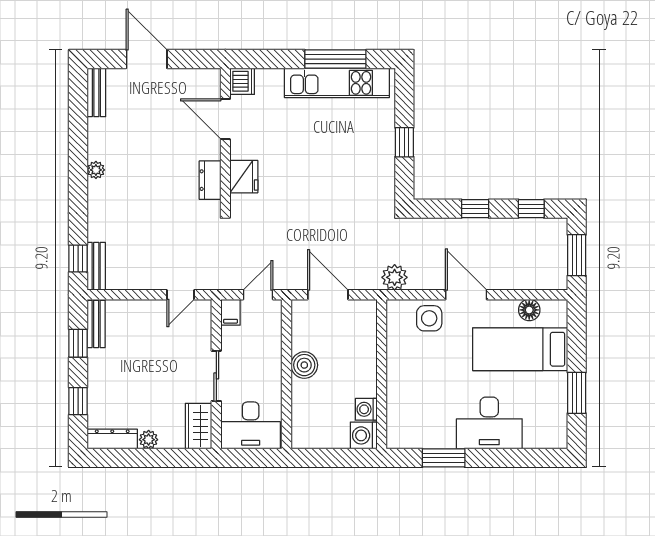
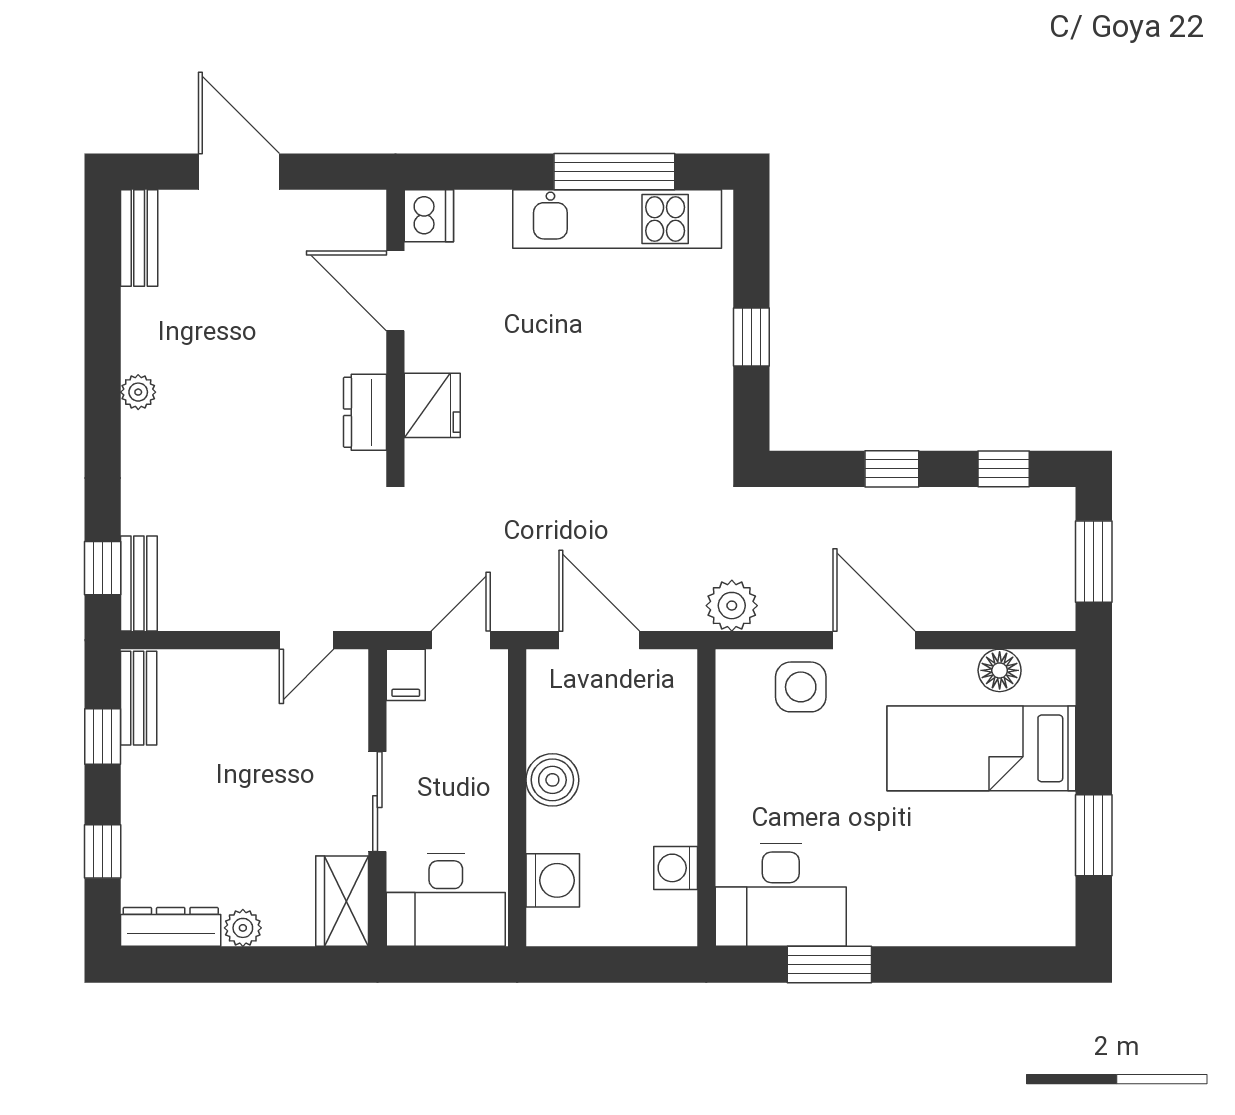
desk: (489, 423) -> (781, 895), moved
washing machine: (364, 435) -> (553, 880), moved, turned 180

